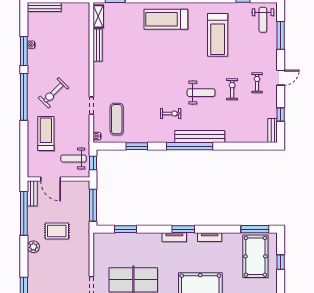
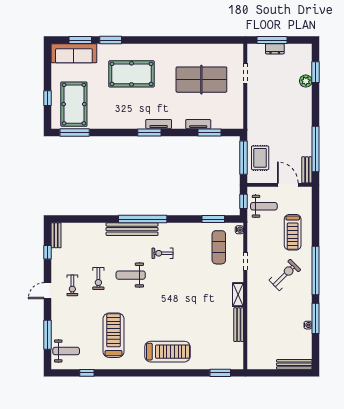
shelving: (98, 16) -> (238, 295), moved
weight bench: (263, 20) -> (66, 351), turned 90
window: (137, 146) -> (213, 219), moved
rug: (57, 231) -> (260, 158), moved, turned 90
tv unit: (210, 237) -> (198, 124), moved
plant: (33, 247) -> (306, 81), moved

